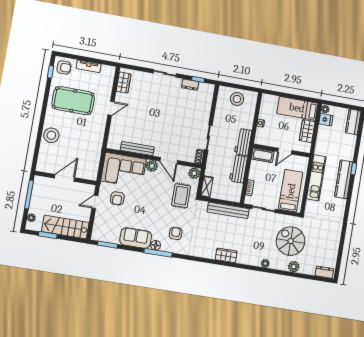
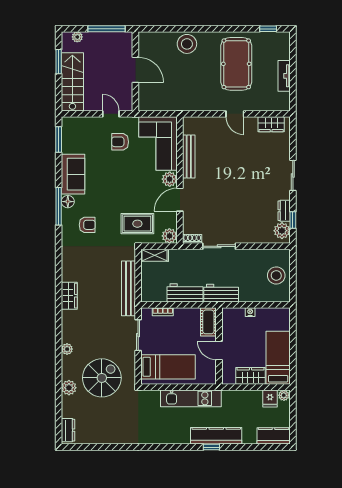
armchair: (64, 67) -> (277, 45), removed
plant: (205, 89) -> (282, 231), added
kitchen counter: (344, 179) -> (216, 436), moved

